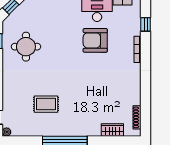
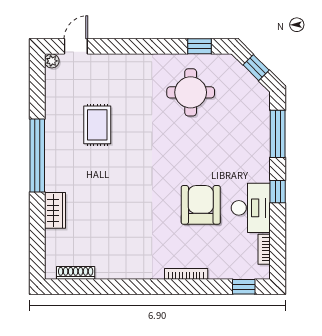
window: (146, 24) -> (244, 287), moved
wardrobe: (112, 130) -> (55, 210), moved

